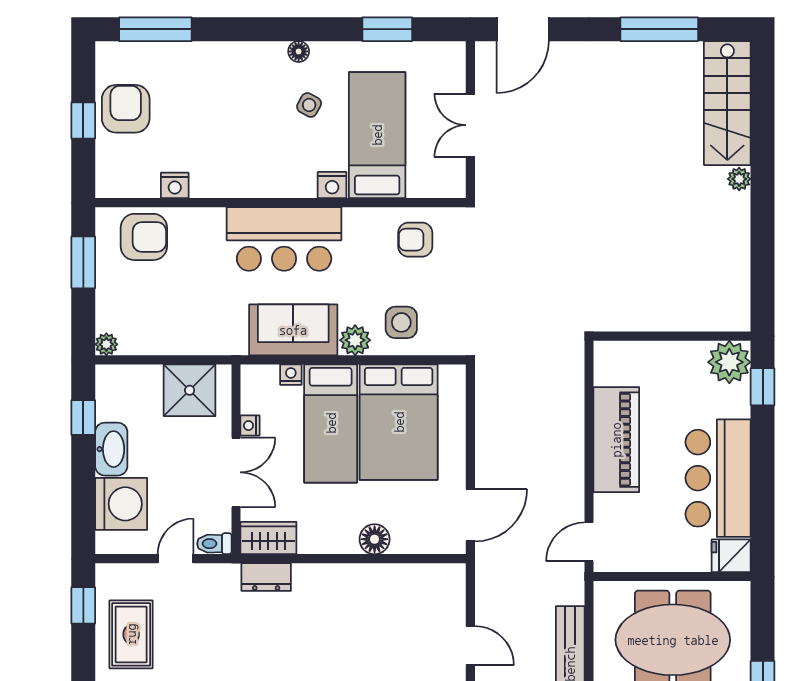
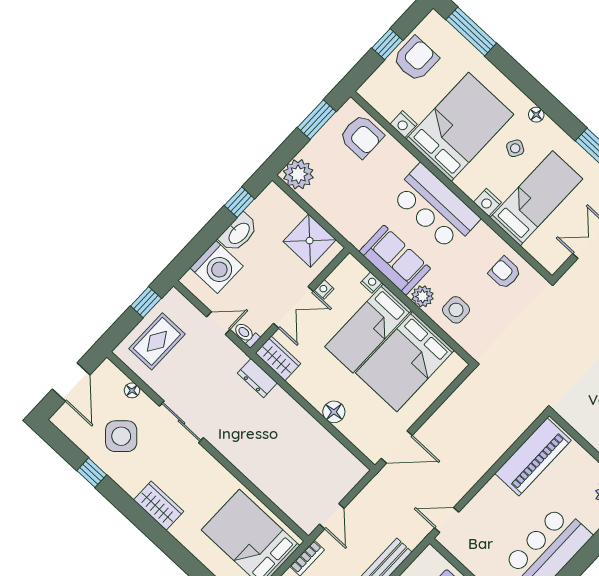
bed: (234, 135) -> (460, 127), added
plant: (106, 344) -> (298, 174), width x1.88, depth x1.88
piano: (616, 440) -> (533, 457), moved

